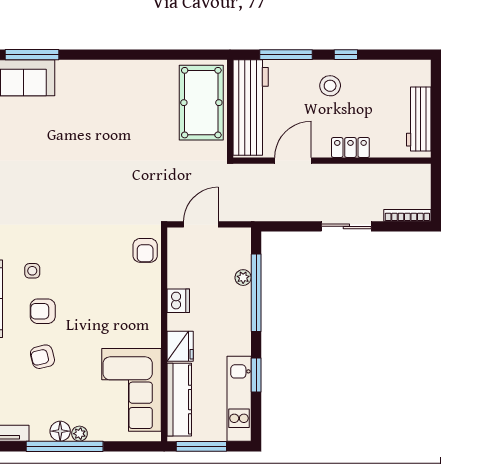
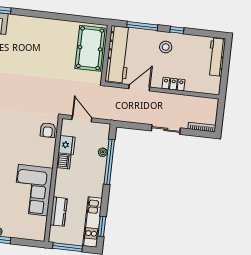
workbench: (419, 119) -> (217, 57), moved
door: (201, 224) -> (82, 119), hinge flipped
fridge: (180, 346) -> (67, 145), moved
window: (256, 375) -> (102, 226), moved
corner sofa: (131, 390) -> (33, 190), moved
kitchen counter: (179, 400) -> (59, 212), width x0.67

